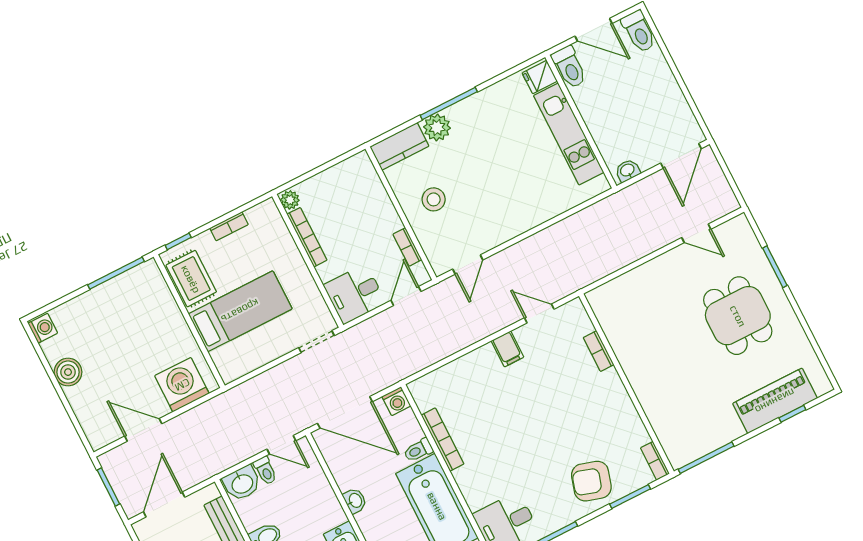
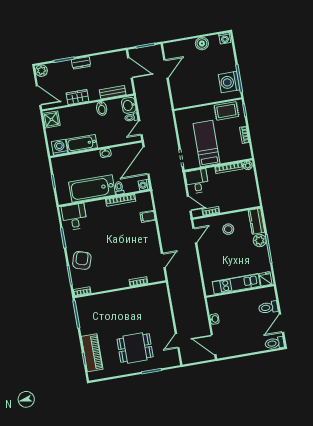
fridge: (540, 77) -> (265, 279), moved
wall: (581, 122) -> (240, 291), moved
kitchen unit: (569, 134) -> (236, 284), moved
door: (468, 265) -> (195, 235), swing flipped
bed: (240, 311) -> (207, 144), moved, turned 180
filing cabinet: (507, 349) -> (148, 216), moved
washing machine: (182, 385) -> (229, 82), moved, turned 180

